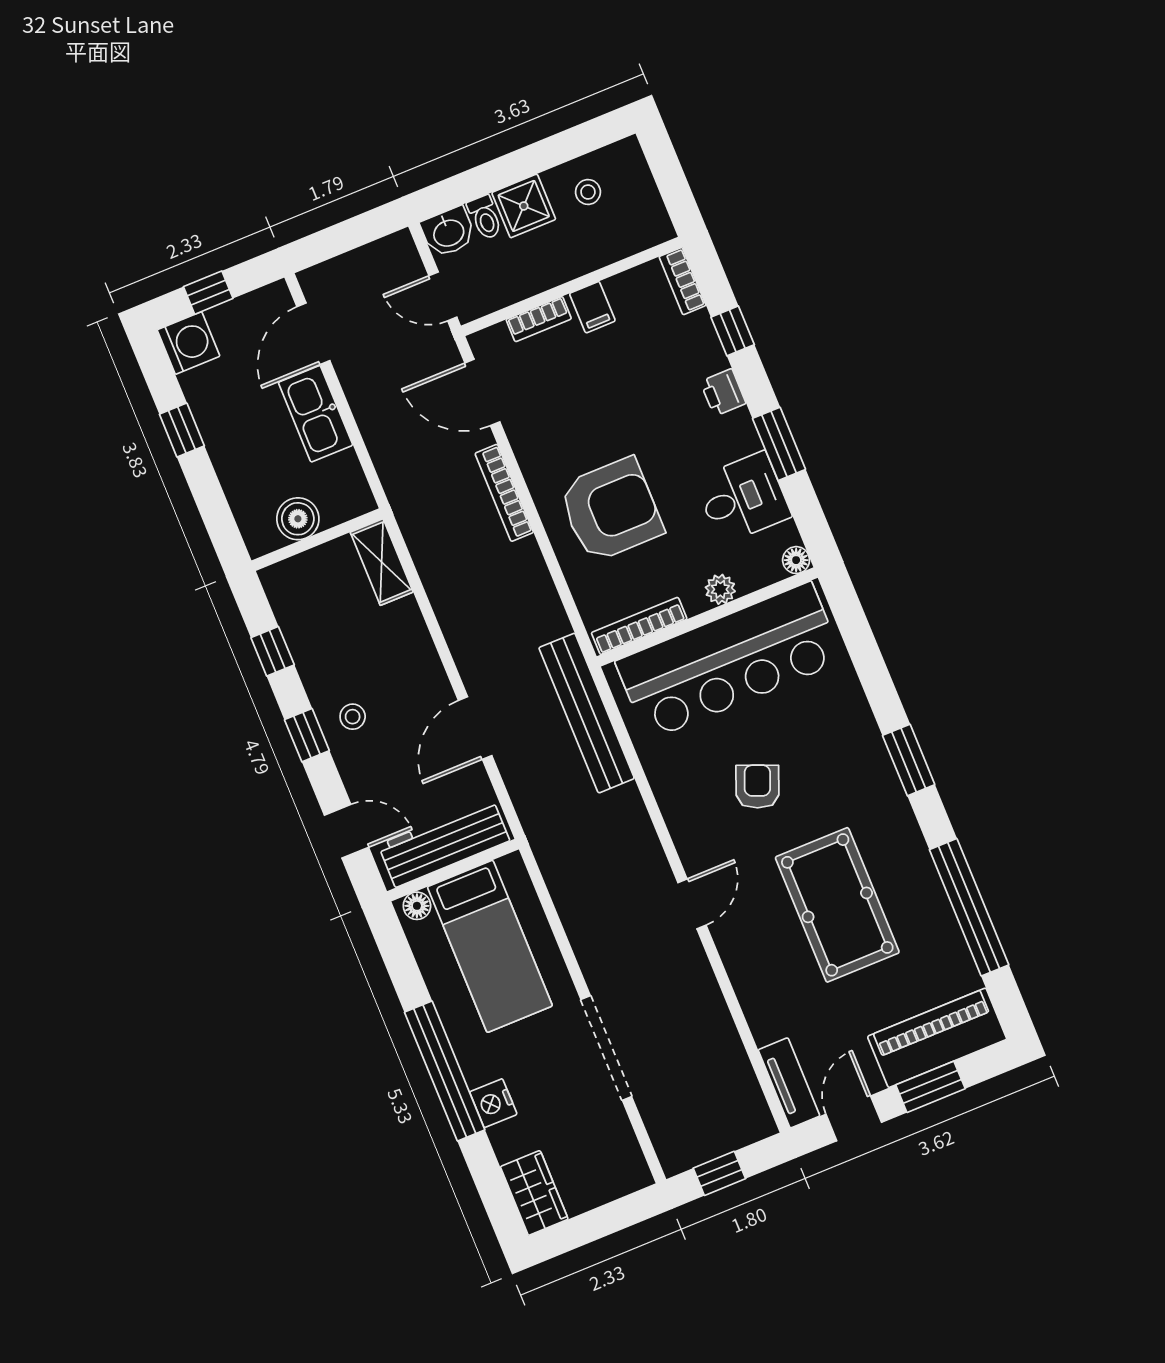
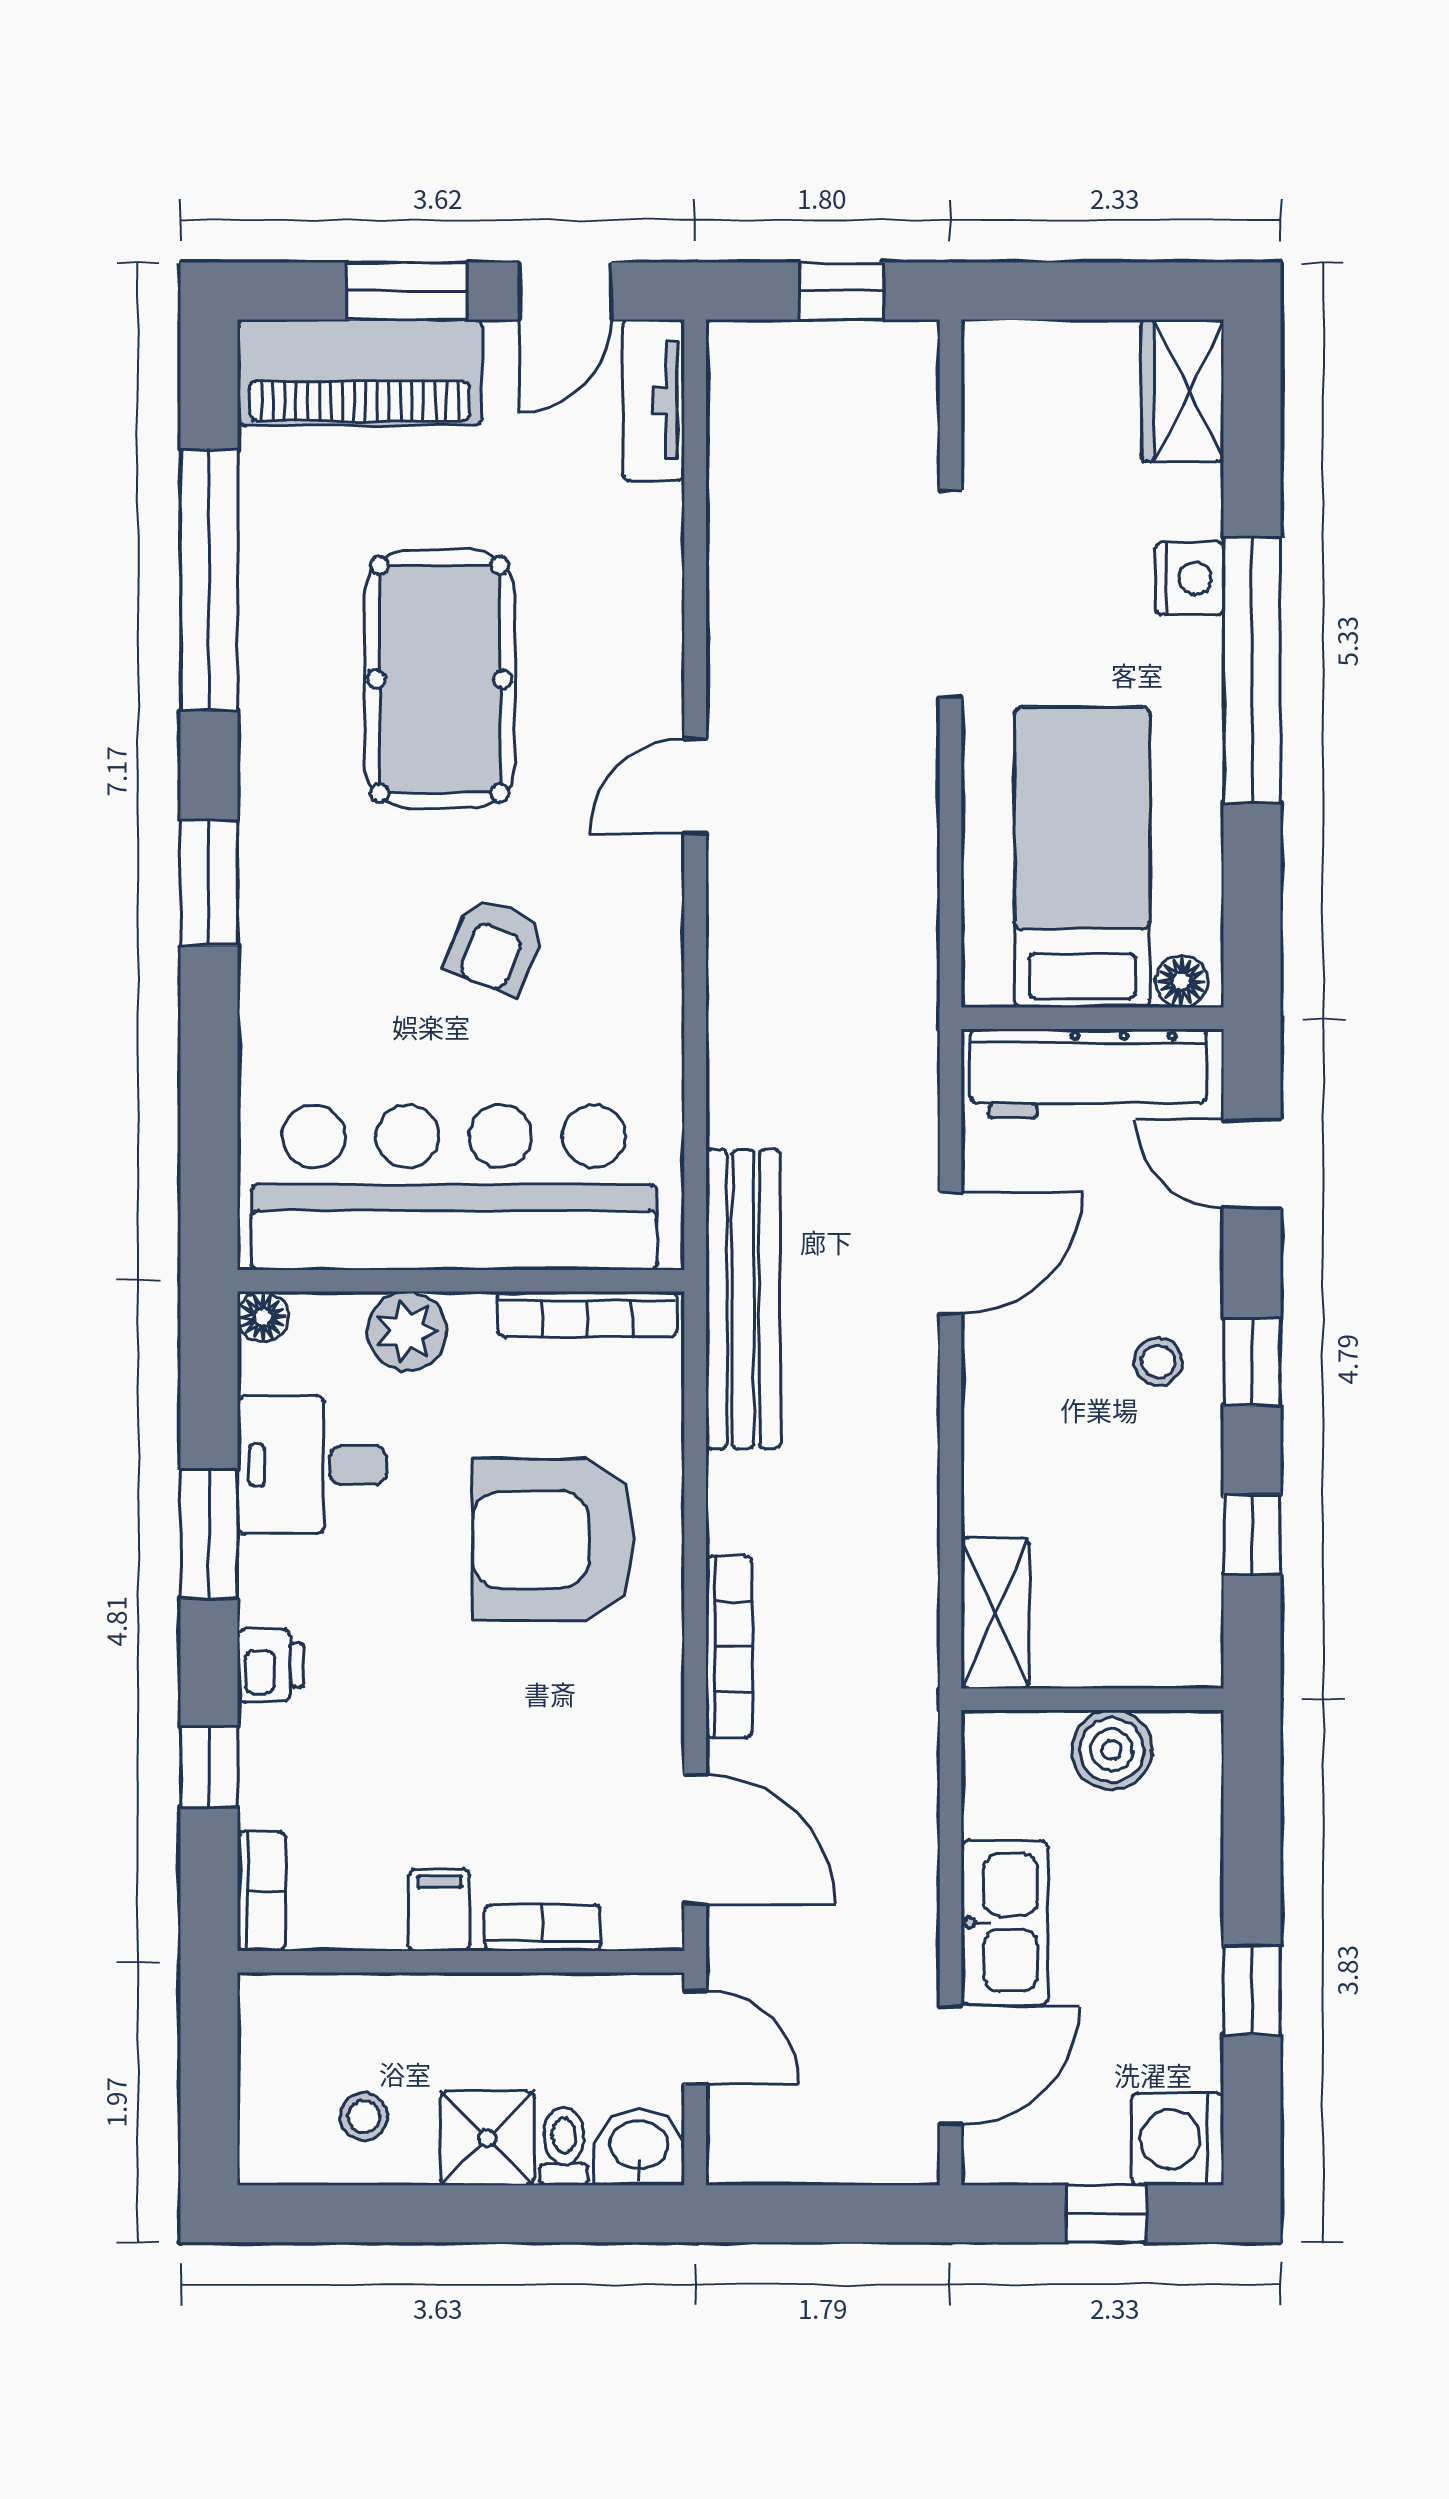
plant: (720, 589) -> (407, 1331), width x1.38, depth x1.38
bench: (587, 713) -> (743, 1299), moved

